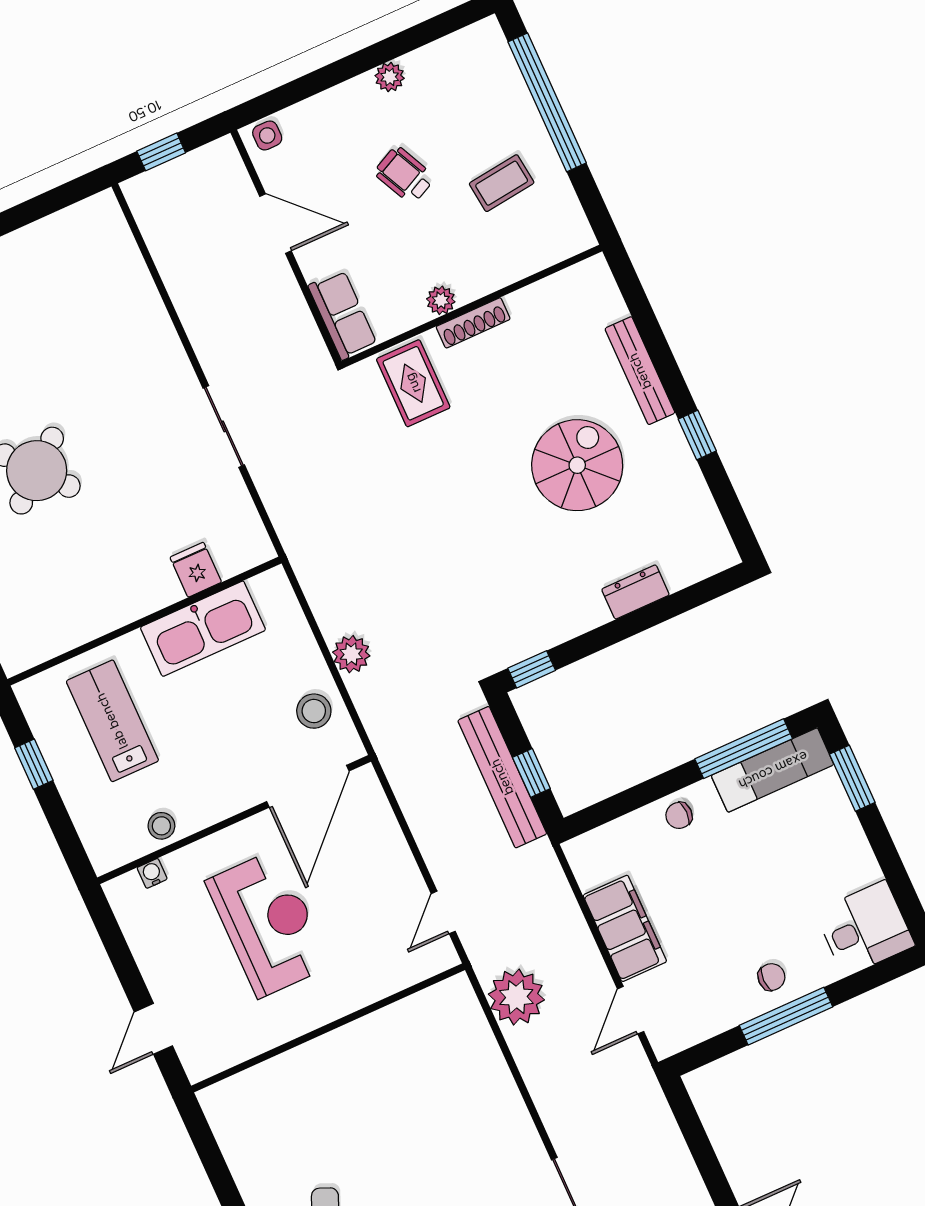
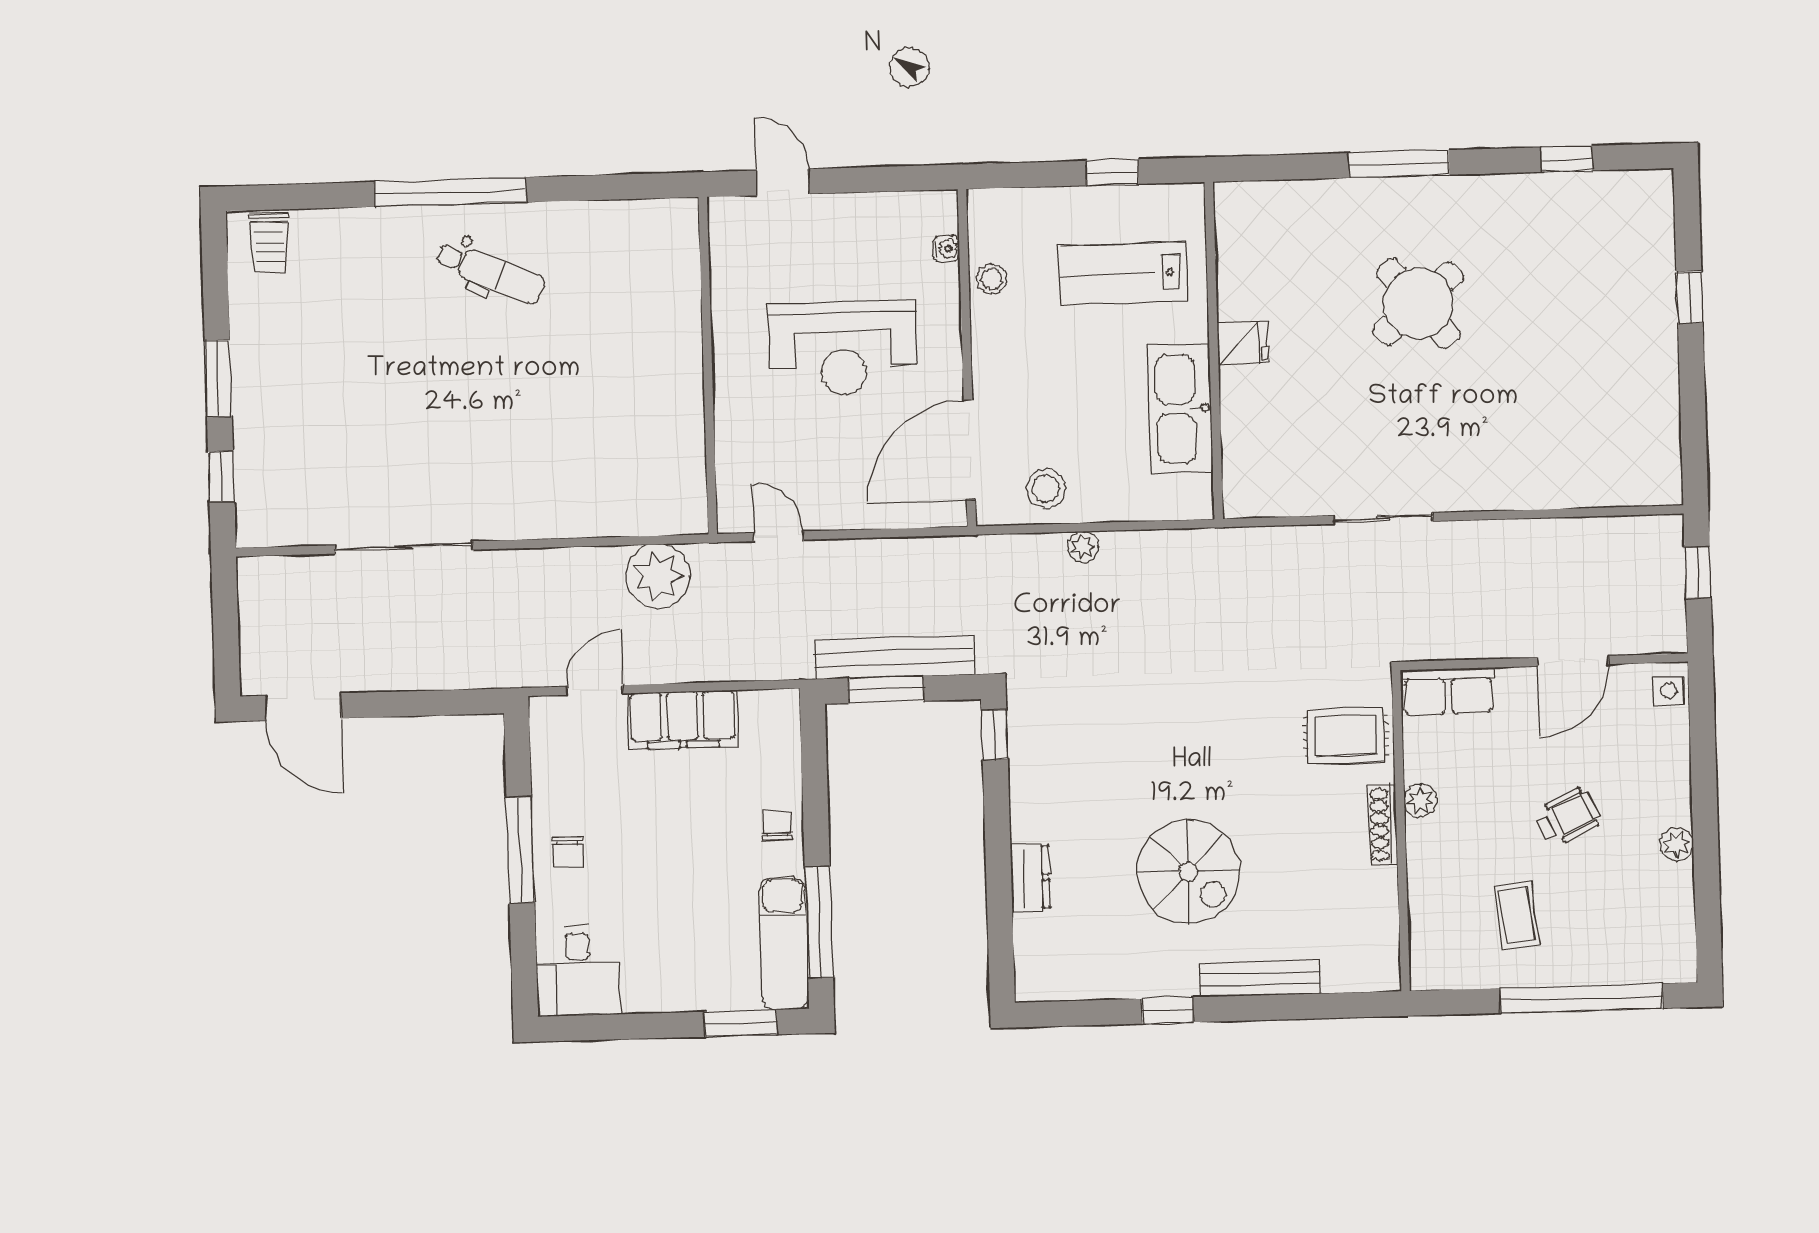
fridge: (196, 570) -> (1243, 343), moved
plant: (351, 654) -> (1083, 547), width x0.73, depth x0.73
lab bench: (112, 721) -> (1123, 273), turned 180
window: (531, 773) -> (886, 690), width x1.50
door: (308, 786) -> (970, 450), hinge flipped
door: (631, 1010) -> (594, 690), hinge flipped

